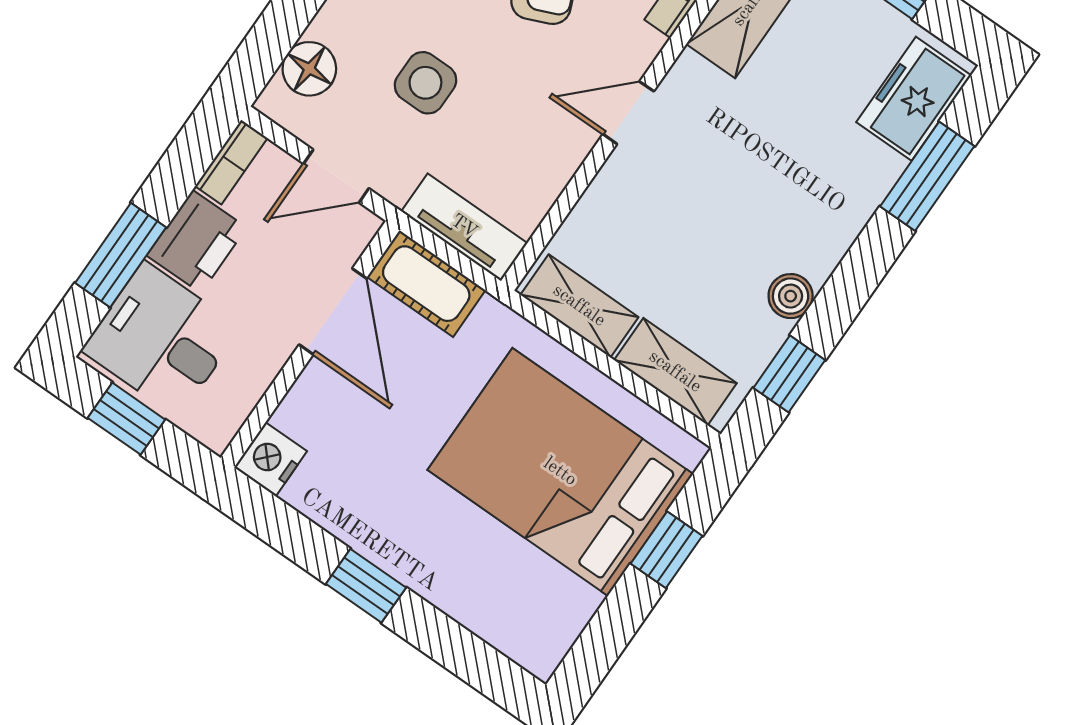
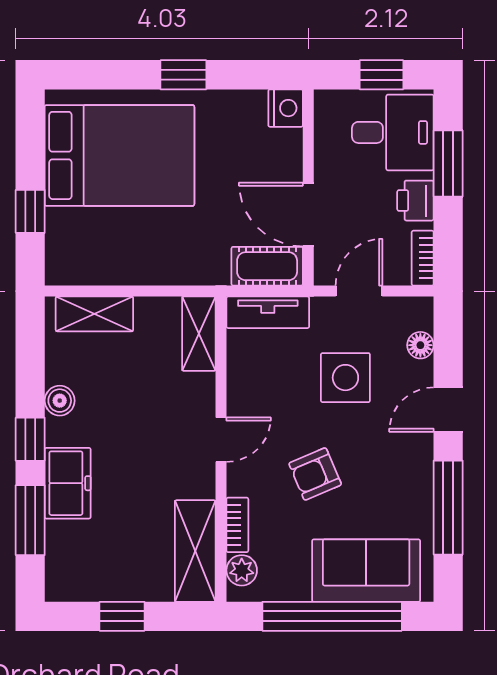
floor lamp: (309, 69) -> (420, 345), width x0.73, depth x0.73
side table: (425, 83) -> (345, 378), width x1.37, depth x1.37
freezer: (914, 99) -> (68, 483), moved
printer: (197, 242) -> (415, 201), width x0.73, depth x0.81
shelving: (579, 306) -> (199, 334), moved, turned 90
window: (789, 374) -> (30, 439), moved
bed: (560, 472) -> (119, 155), moved

